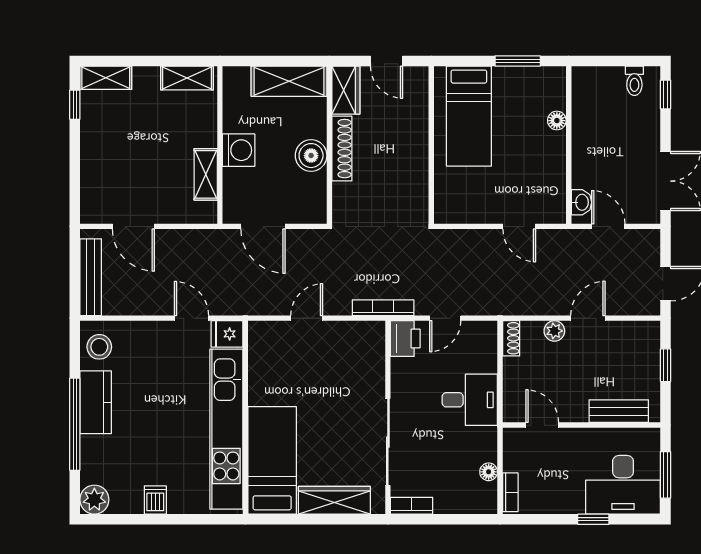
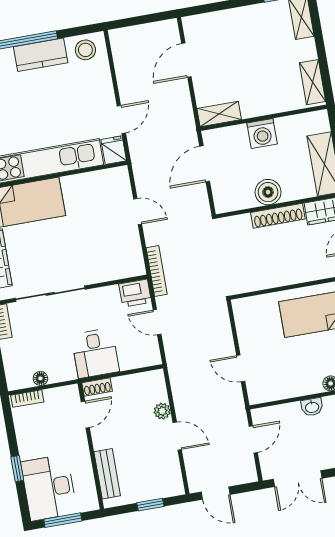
shelving: (206, 174) -> (219, 114), moved
washbasin: (581, 202) -> (312, 407), moved
door: (519, 226) -> (241, 368), hinge flipped
bench: (91, 277) -> (140, 33), removed
shoe rack: (511, 338) -> (97, 387), moved

